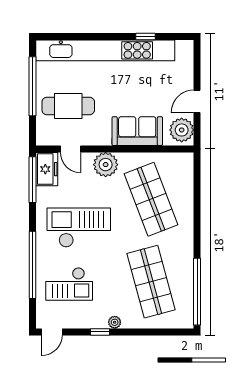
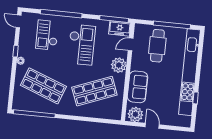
shop shelf: (151, 282) -> (43, 86), turned 36

